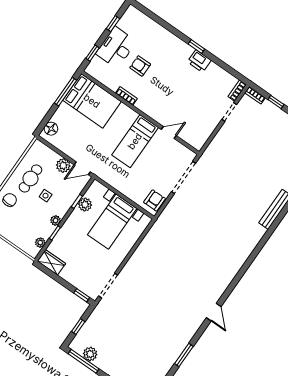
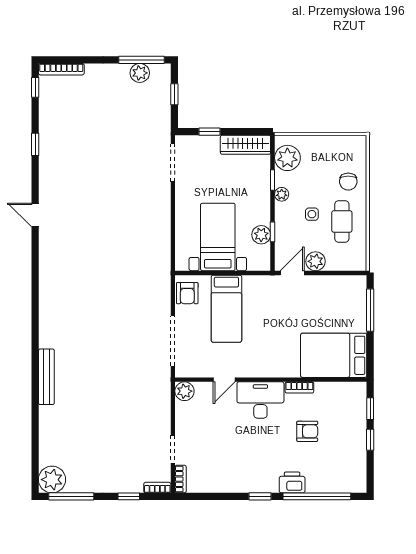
window: (162, 22) -> (317, 496), added
window: (113, 24) -> (370, 440), moved
desk: (116, 47) -> (260, 400), moved, turned -90
printer: (199, 61) -> (292, 482), moved
window: (66, 92) -> (370, 310), moved
floor lamp: (51, 129) -> (358, 293), removed
bed: (135, 141) -> (226, 309), moved, turned 180
plant: (198, 142) -> (184, 391), added
plant: (40, 243) -> (287, 158), width x1.88, depth x1.88
wardrobe: (51, 262) -> (245, 145), width x1.50
window: (82, 295) -> (210, 132), moved
window: (184, 355) -> (35, 144), width x0.67

